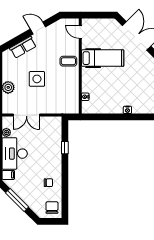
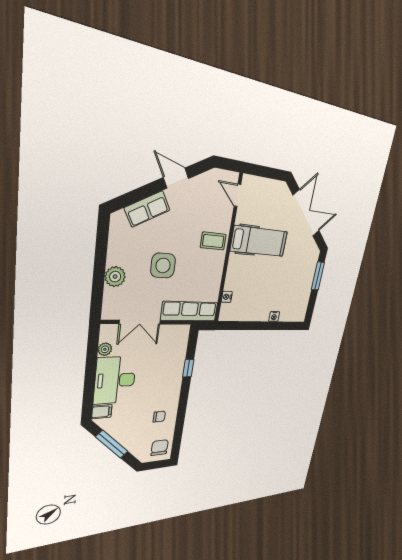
row of seats: (59, 107) -> (190, 311), added

